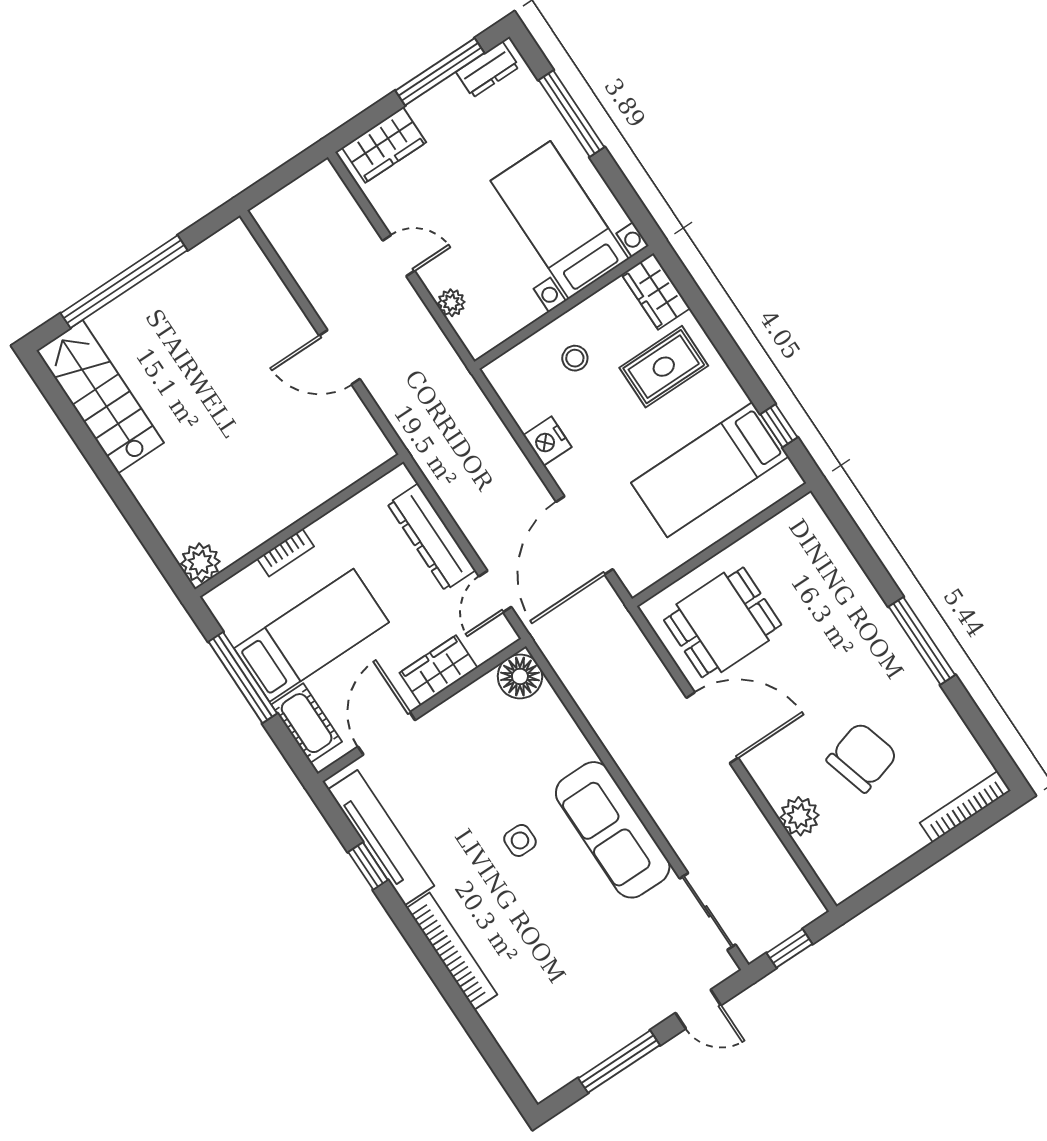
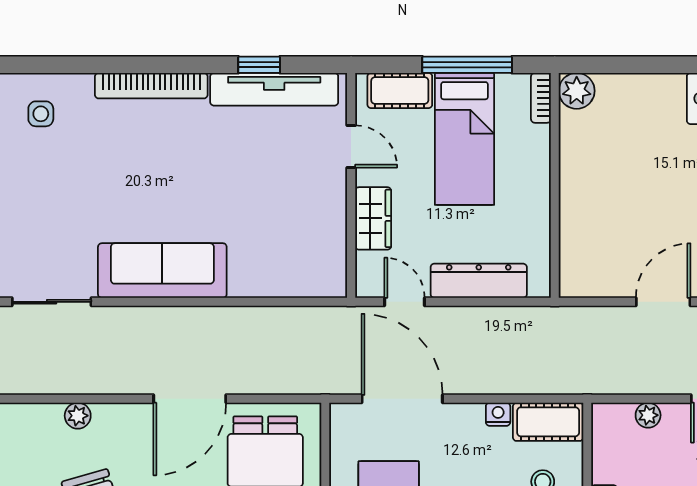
cot: (517, 389) -> (548, 422), added
nightstand: (547, 441) -> (498, 414), width x0.72, depth x0.74
bookcase: (286, 553) -> (541, 98), moved
floor lamp: (520, 676) -> (327, 278), removed
door: (387, 733) -> (351, 147), width x0.73
plant: (799, 816) -> (78, 416), width x0.73, depth x0.73
side table: (520, 840) -> (41, 114), moved

